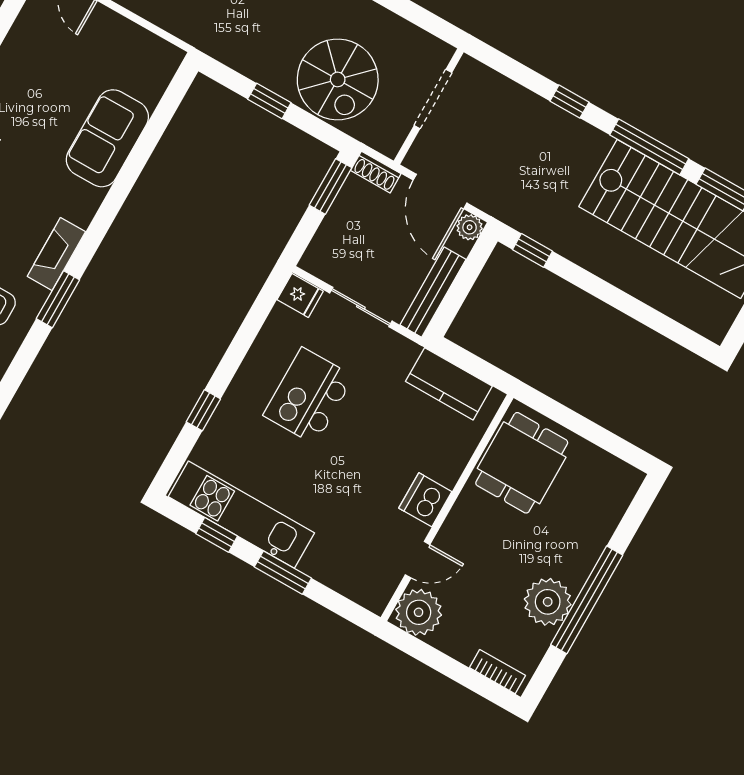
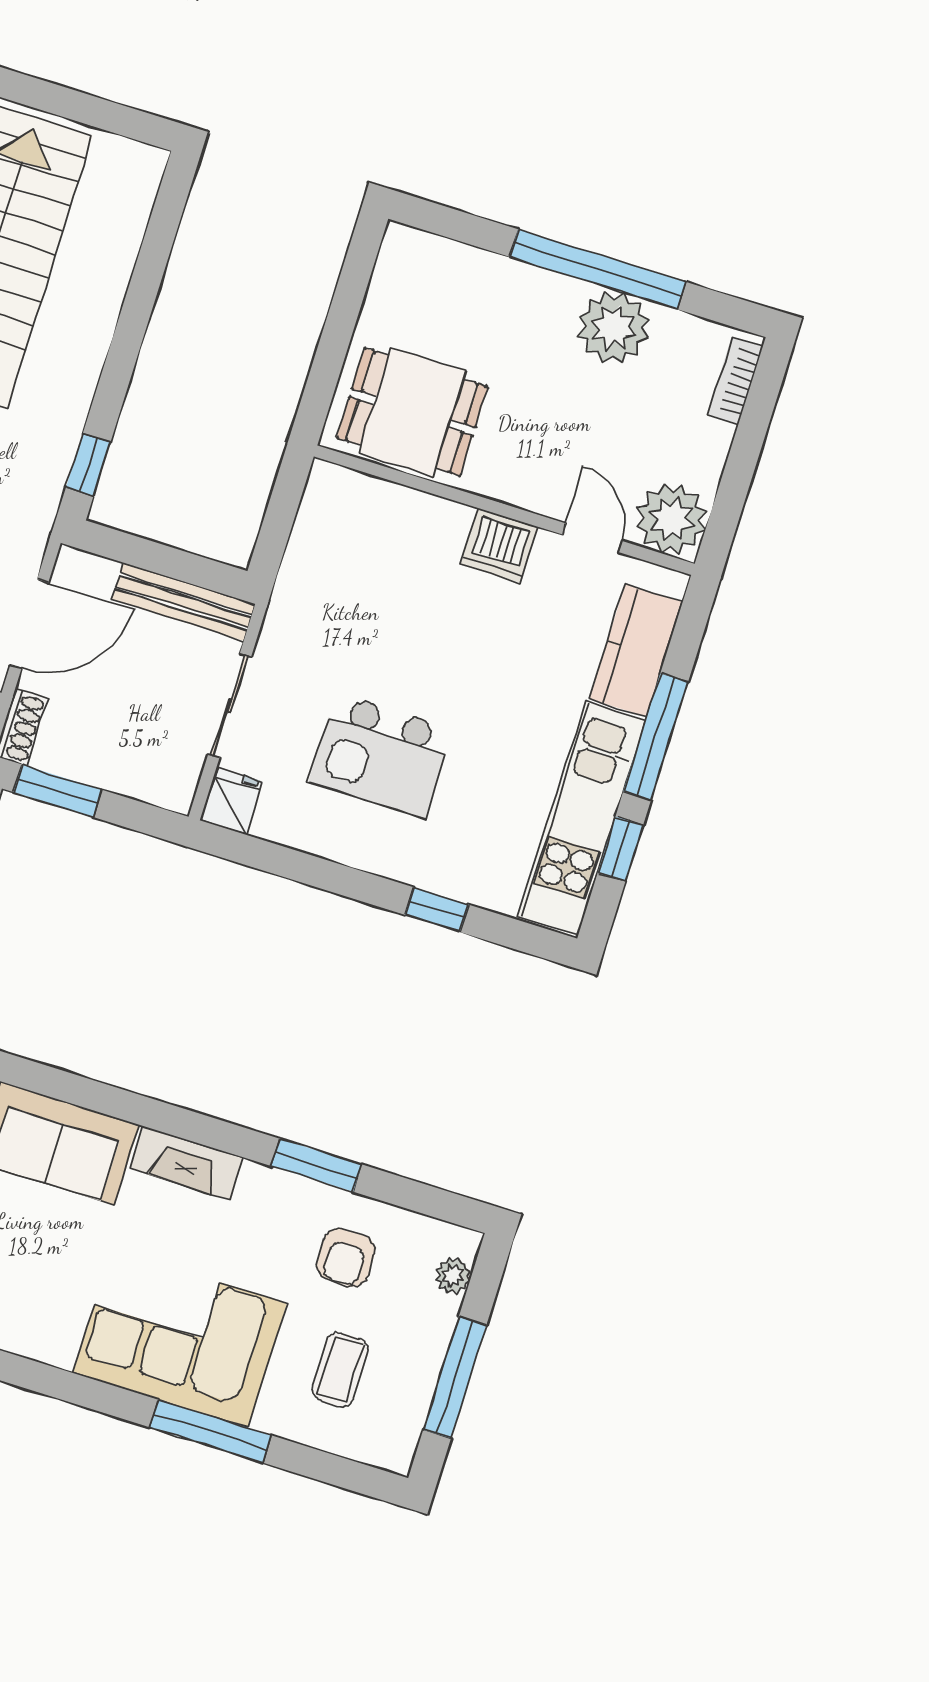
plant: (470, 227) -> (74, 568), removed
fireplace: (56, 254) -> (186, 1163), moved
kitchen counter: (449, 384) -> (636, 650), moved, turned 180
window: (283, 573) -> (656, 737), width x1.44

